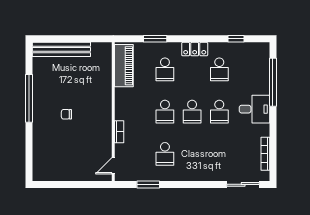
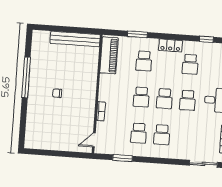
bench: (61, 49) -> (75, 39), moved
school desk: (192, 154) -> (162, 135), added

